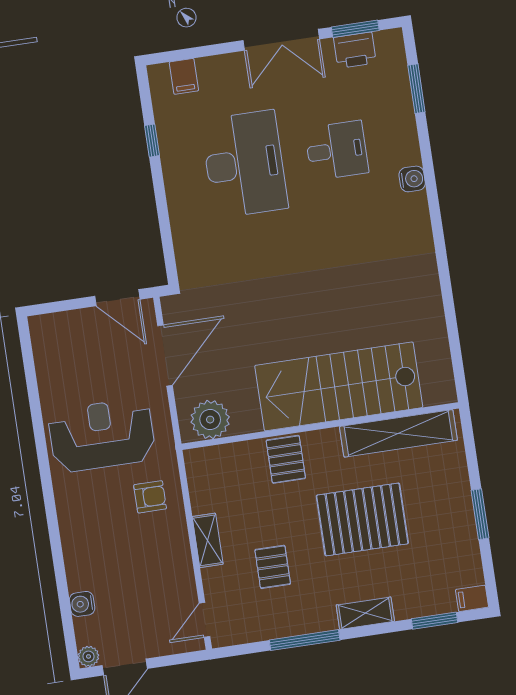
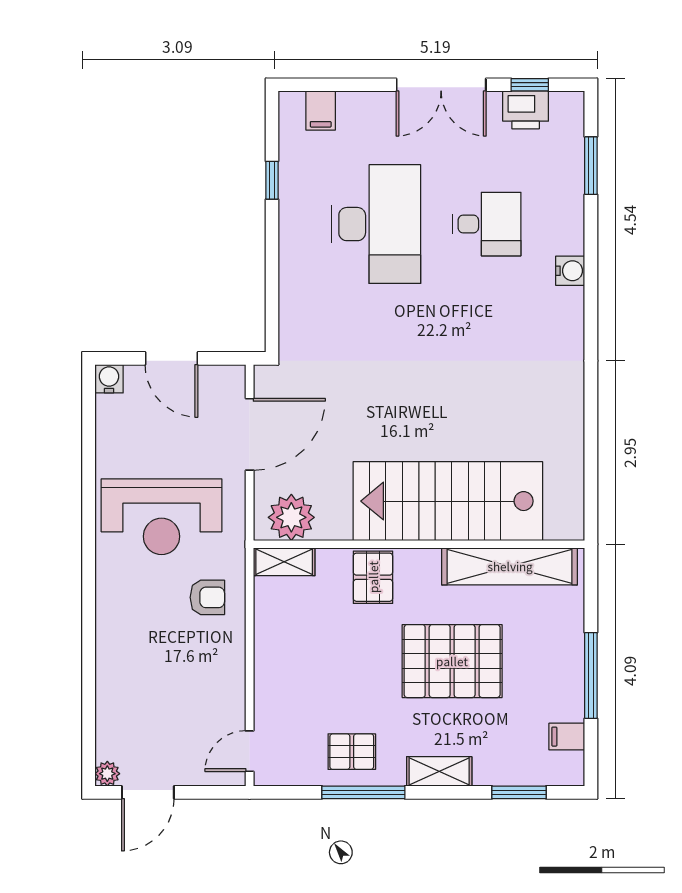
window: (355, 29) -> (530, 85), width x0.67
door: (117, 298) -> (171, 358), moved
reception desk: (102, 435) -> (162, 517), turned 180
window: (480, 514) -> (591, 676), width x1.44
shelving: (208, 540) -> (284, 562), moved, turned 90
pallet: (273, 567) -> (352, 752), moved, turned 90
filing cabinet: (472, 598) -> (567, 737), moved
water cooler: (82, 604) -> (109, 379), moved, turned 90

